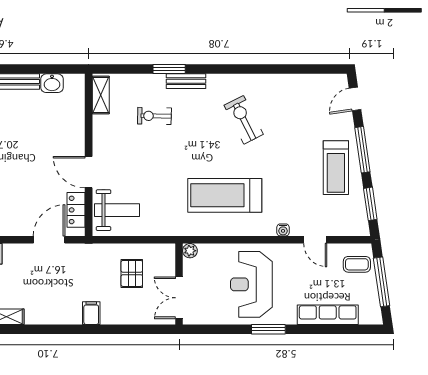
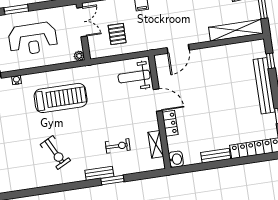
washbasin: (52, 83) -> (176, 159), moved, turned 90
shelving: (101, 95) -> (156, 144), moved
locker: (76, 210) -> (170, 123), moved
reception desk: (251, 284) -> (33, 39), turned 90

